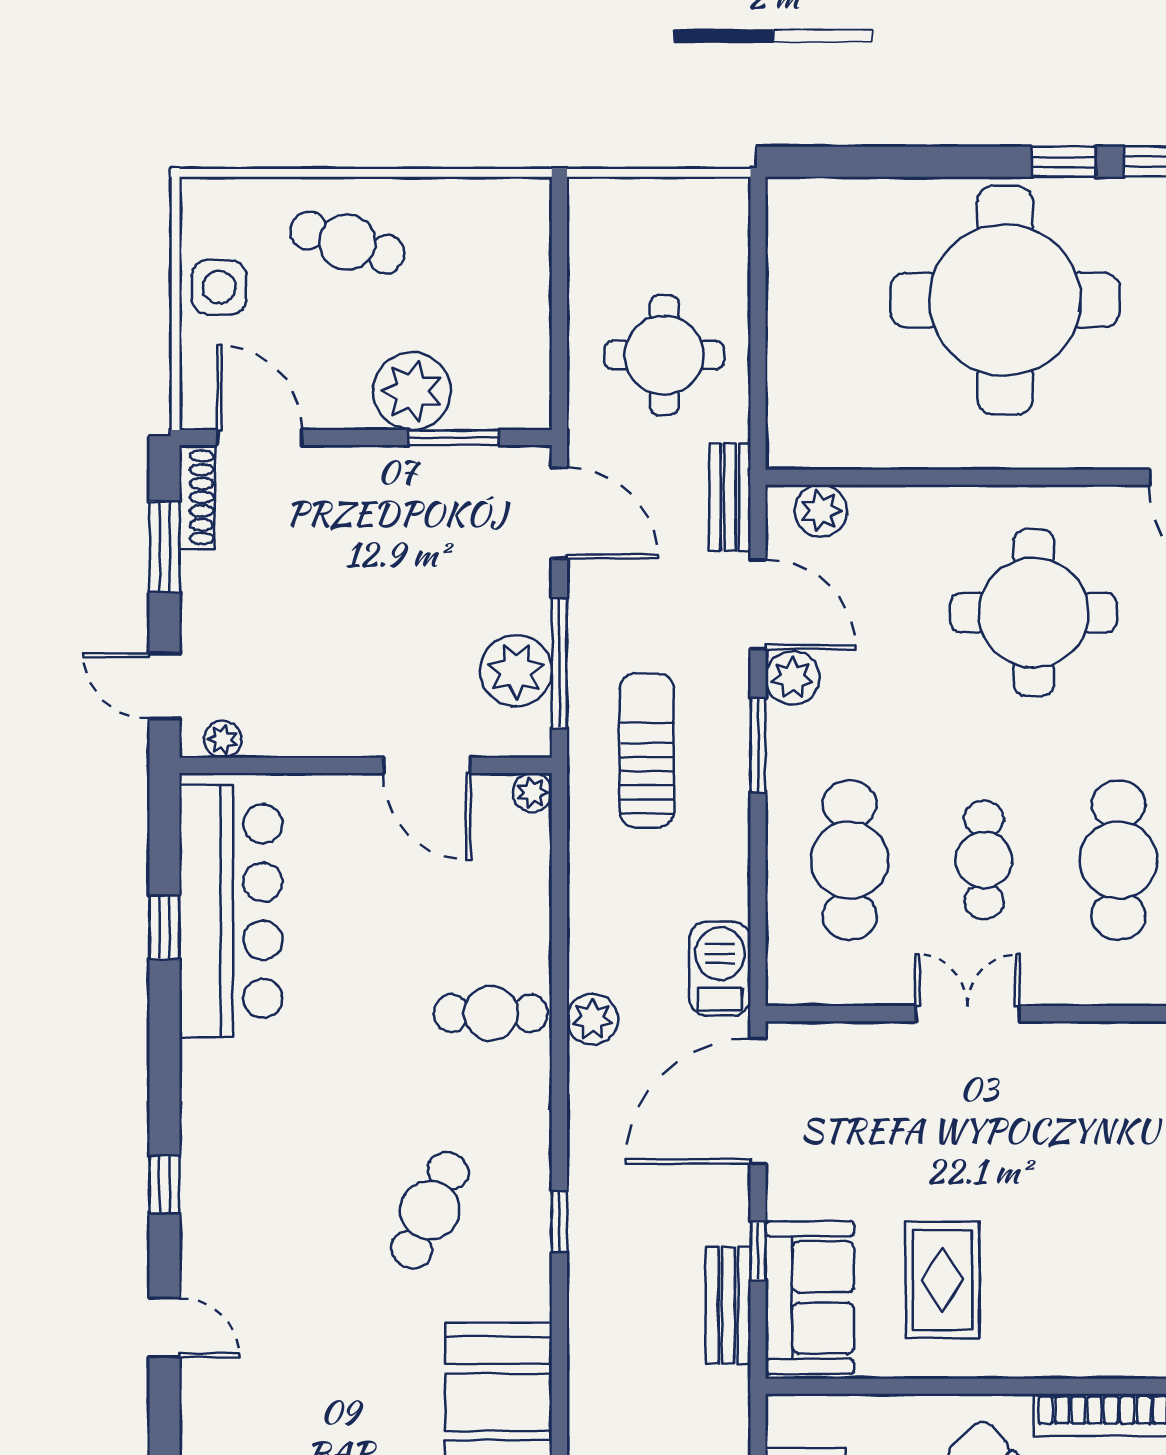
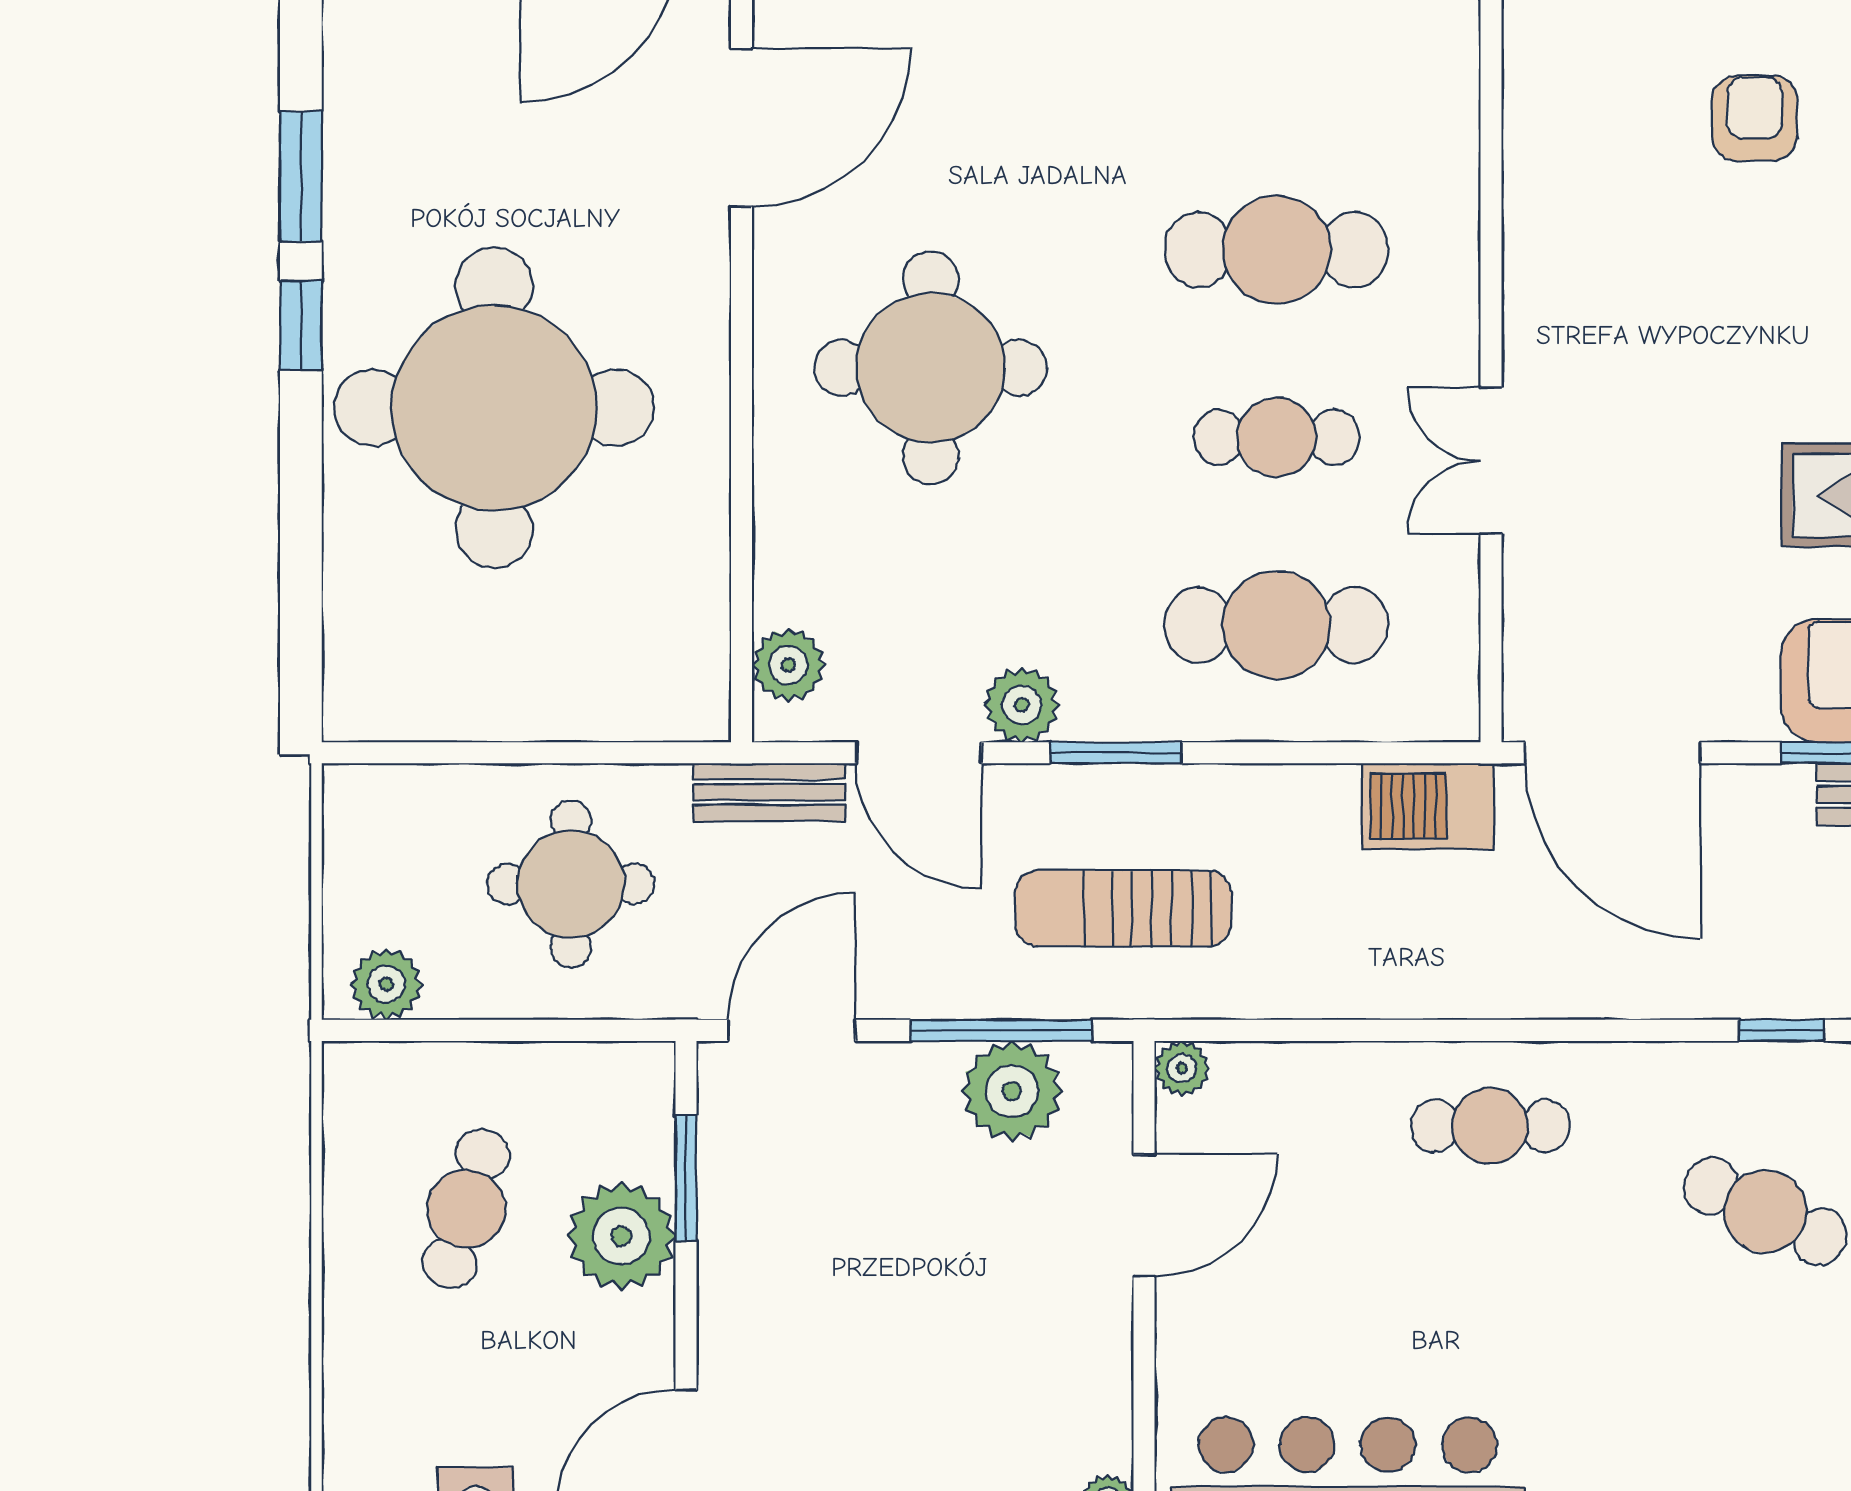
cafe table: (347, 242) -> (466, 1209), moved
door: (758, 604) -> (919, 753), swing flipped
cafe table: (491, 1013) -> (1490, 1126), turned 90
plant: (592, 1019) -> (386, 984), moved

